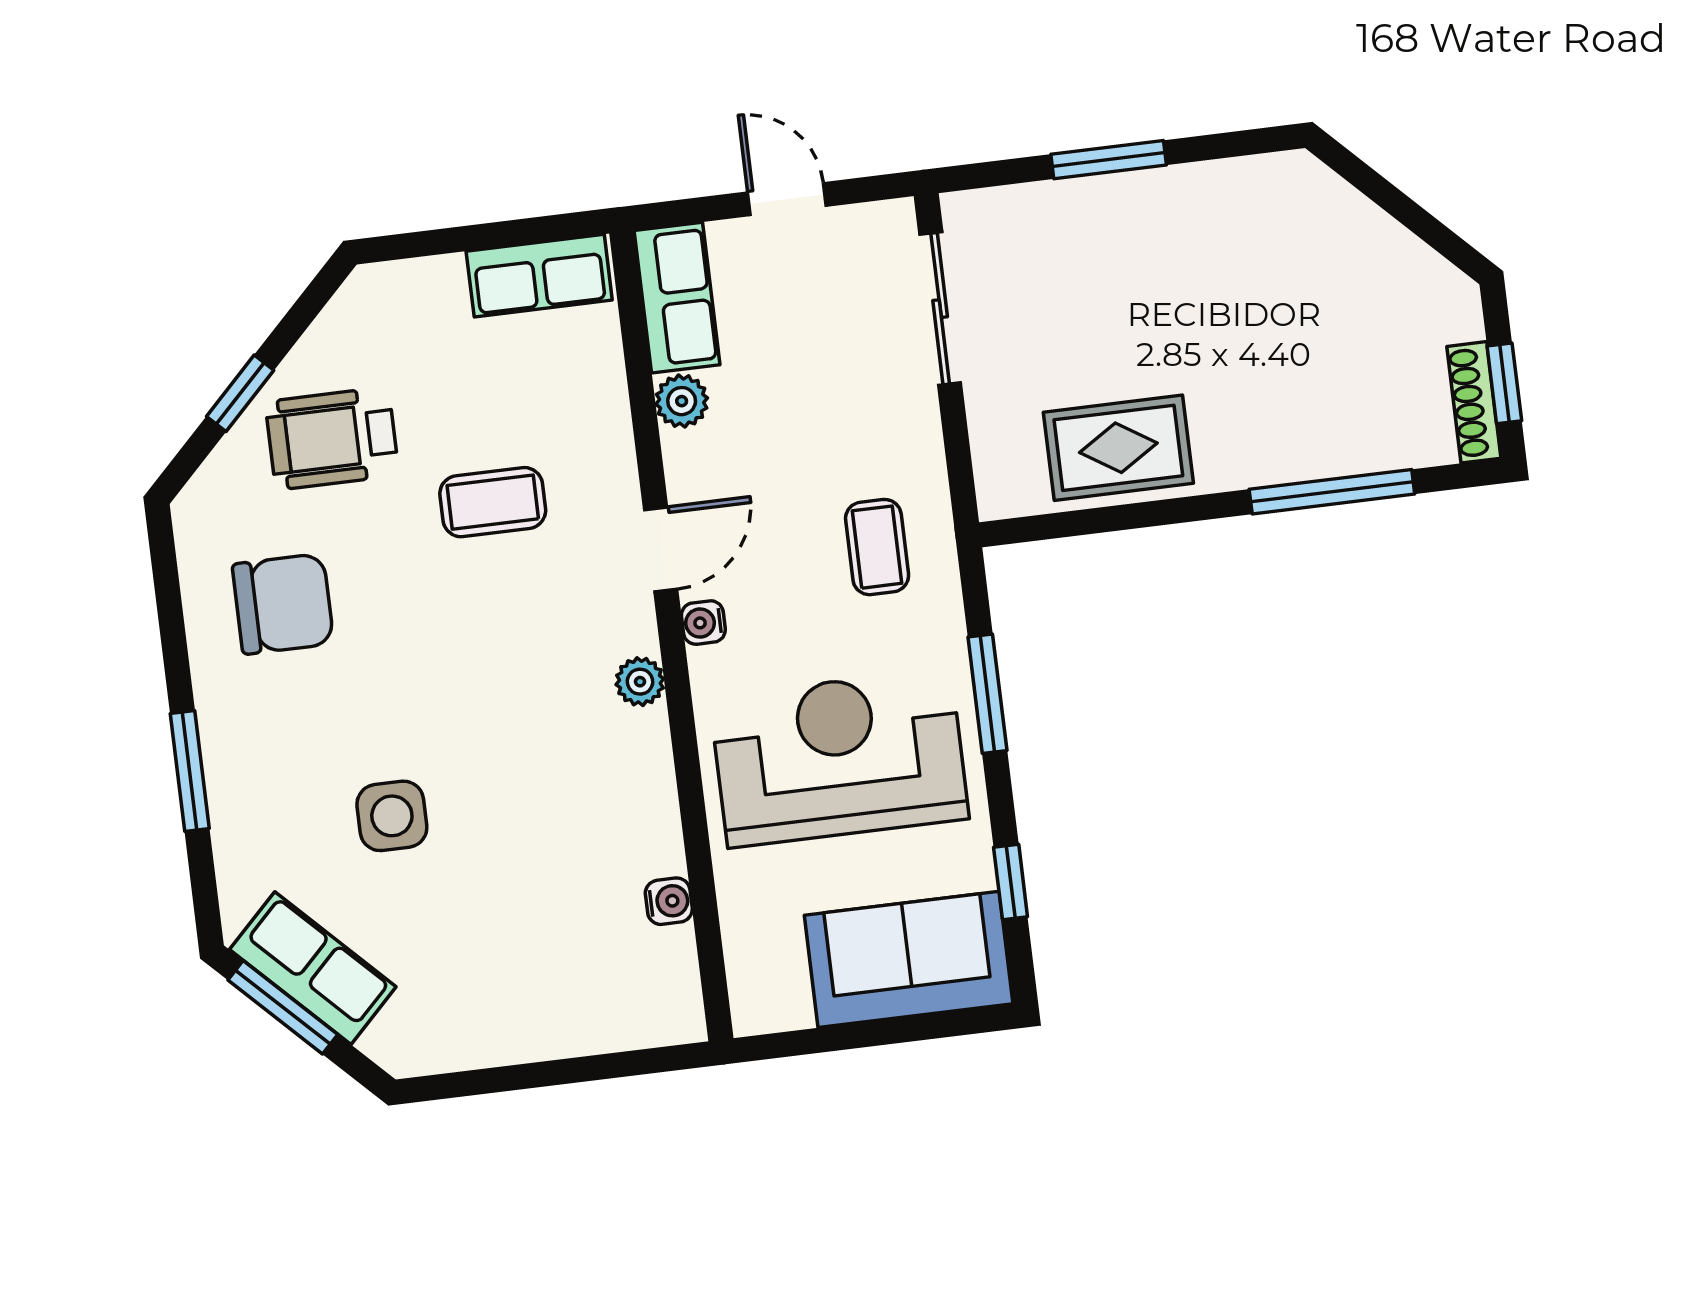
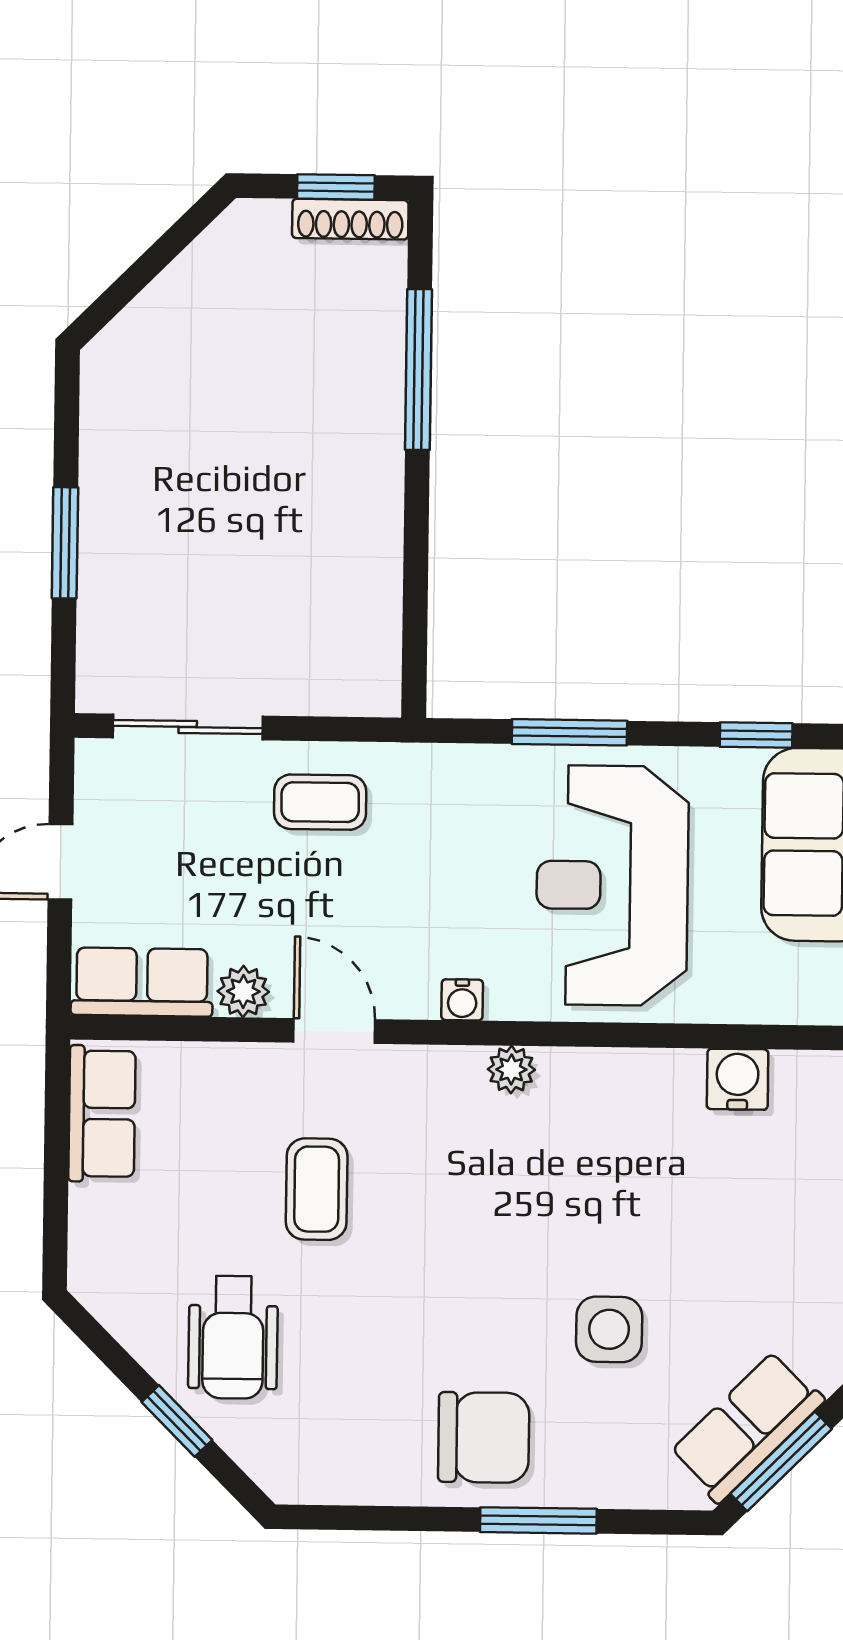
rug: (1118, 448) -> (347, 572), removed
coffee table: (877, 547) -> (320, 802), moved
door: (661, 549) -> (334, 1031), moved
chair: (283, 604) -> (484, 1437), moved, turned 90
water cooler: (669, 901) -> (738, 1079), width x1.38, depth x1.38

